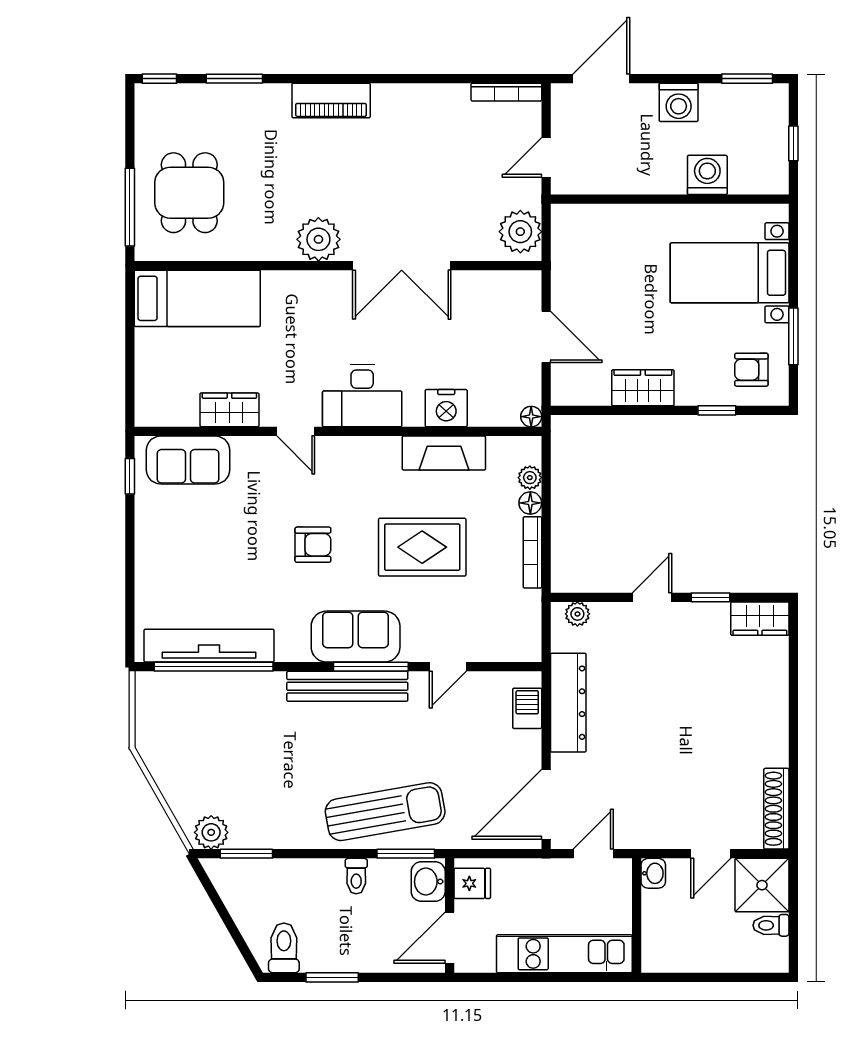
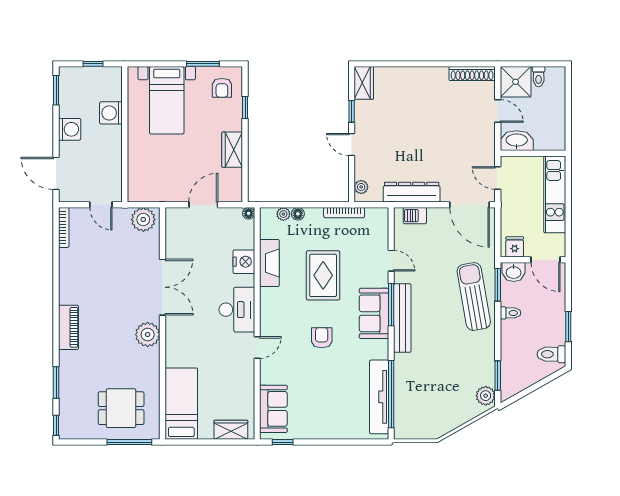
wardrobe: (229, 410) -> (231, 430), moved, turned 90
bookcase: (532, 552) -> (344, 213), moved
washbasin: (653, 873) -> (517, 141), width x1.91, depth x1.45

